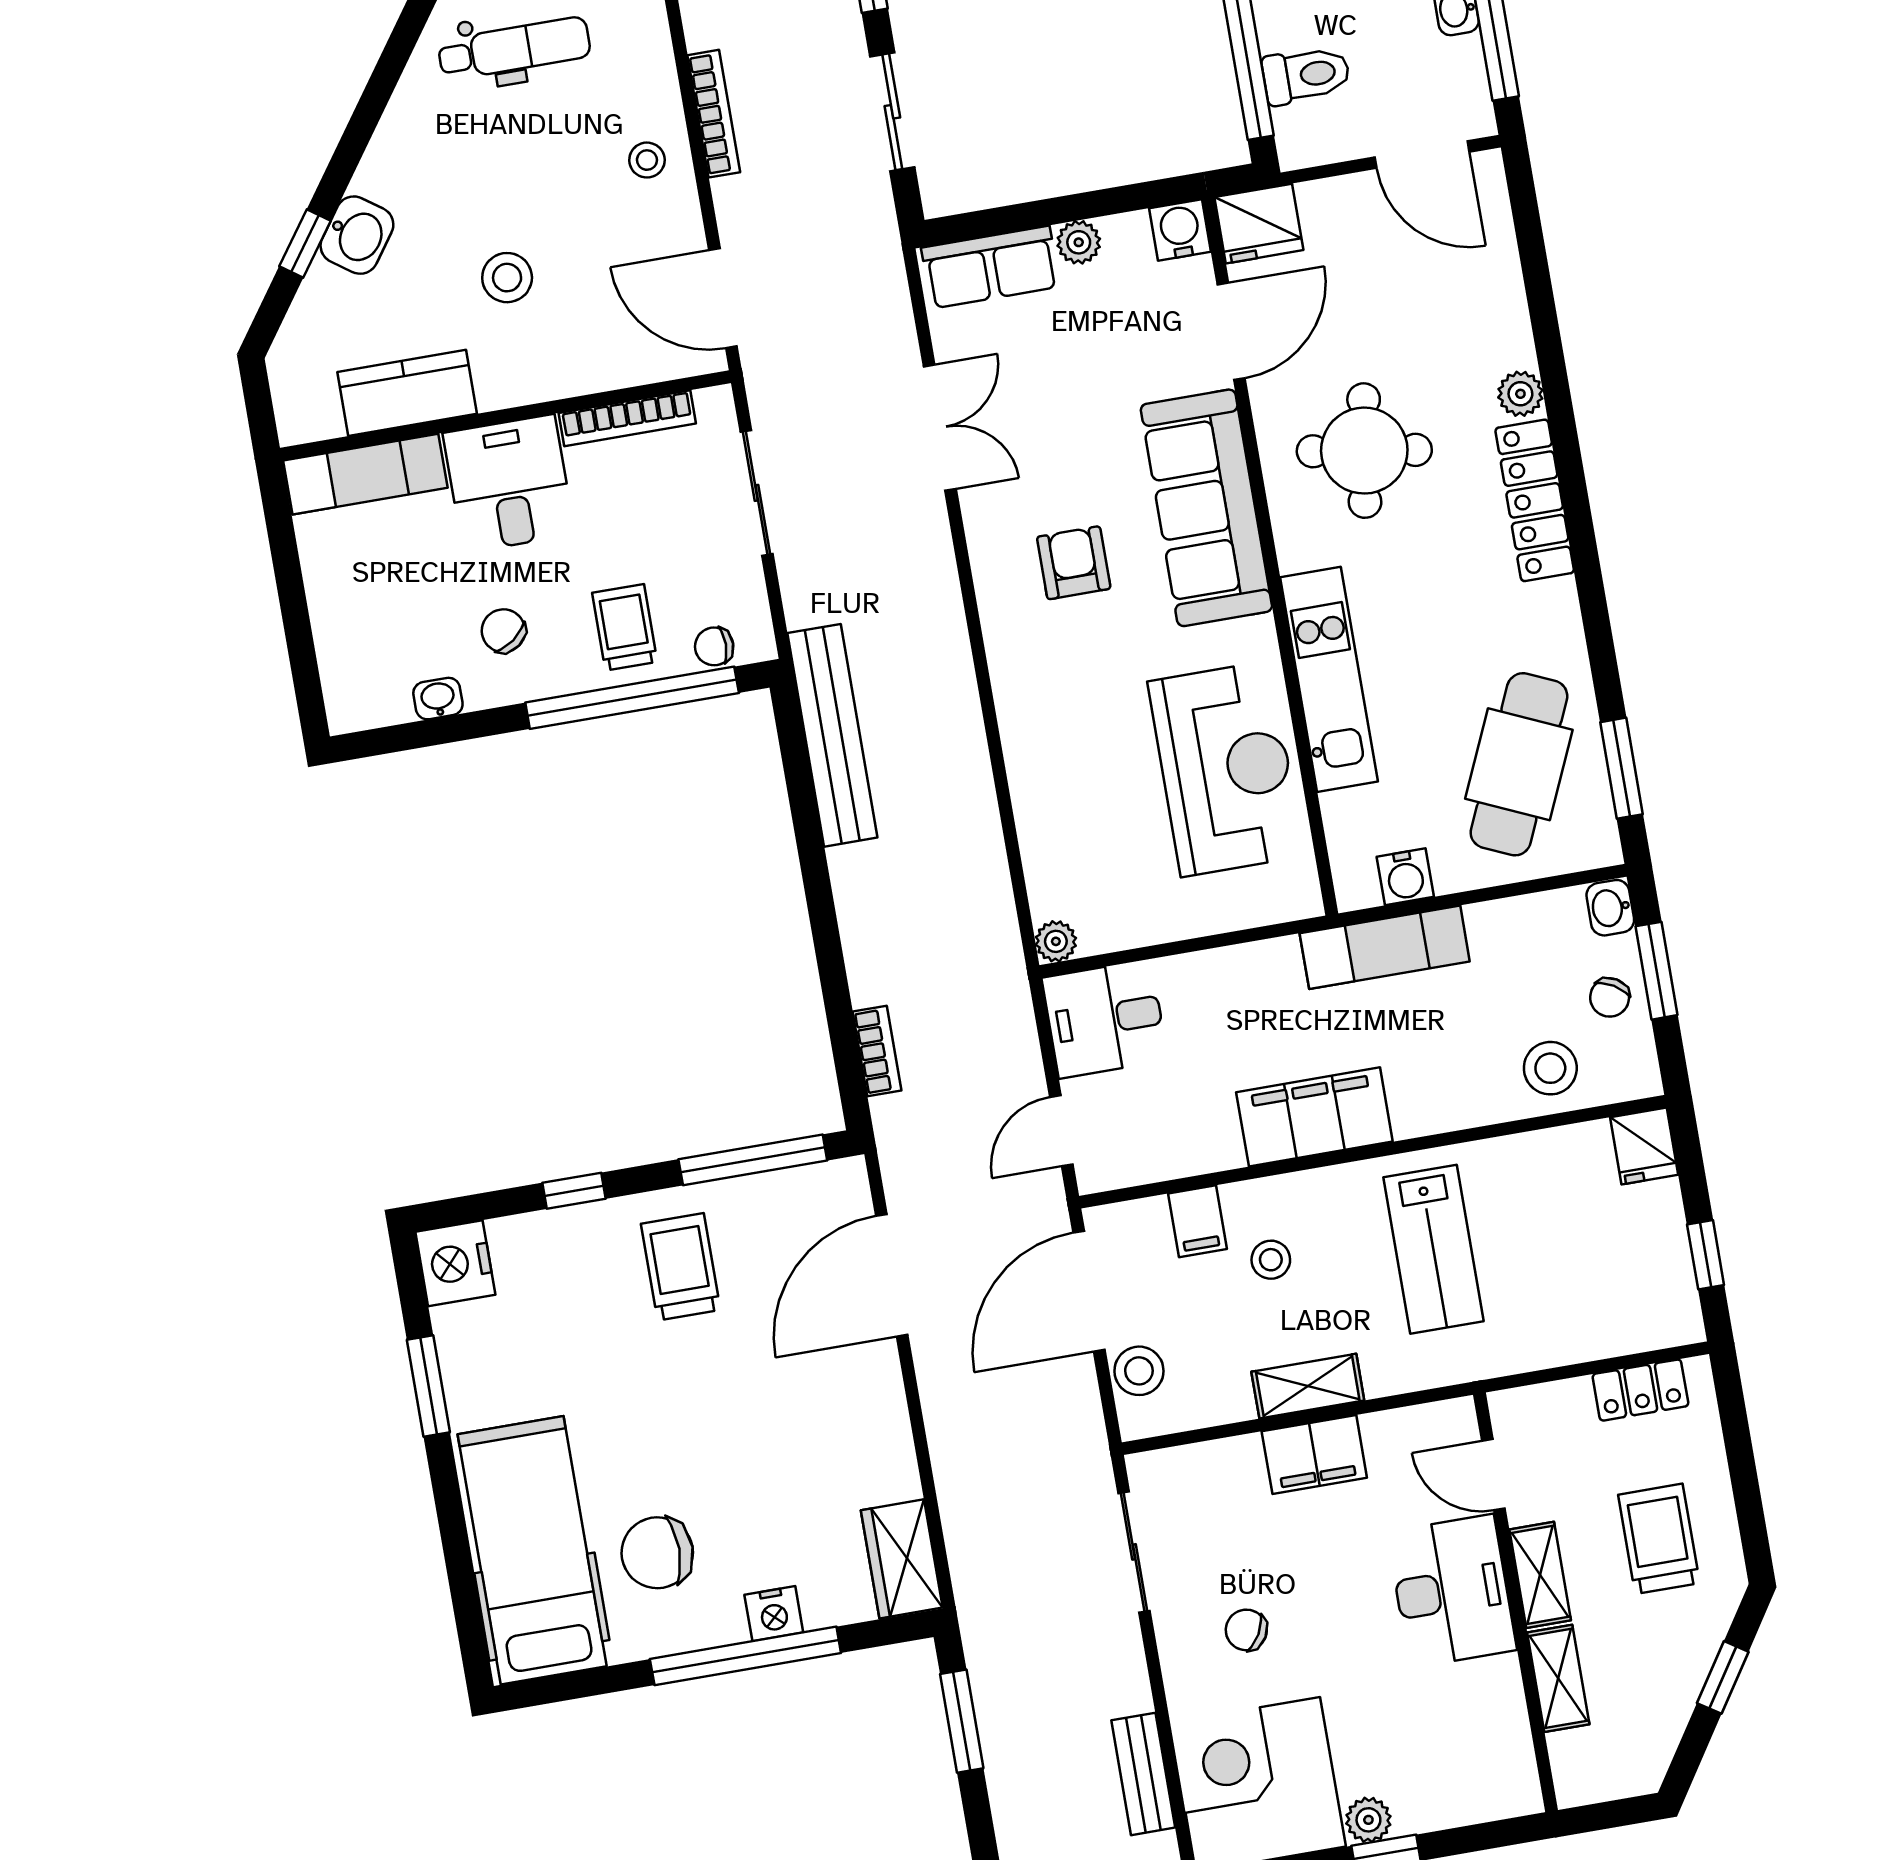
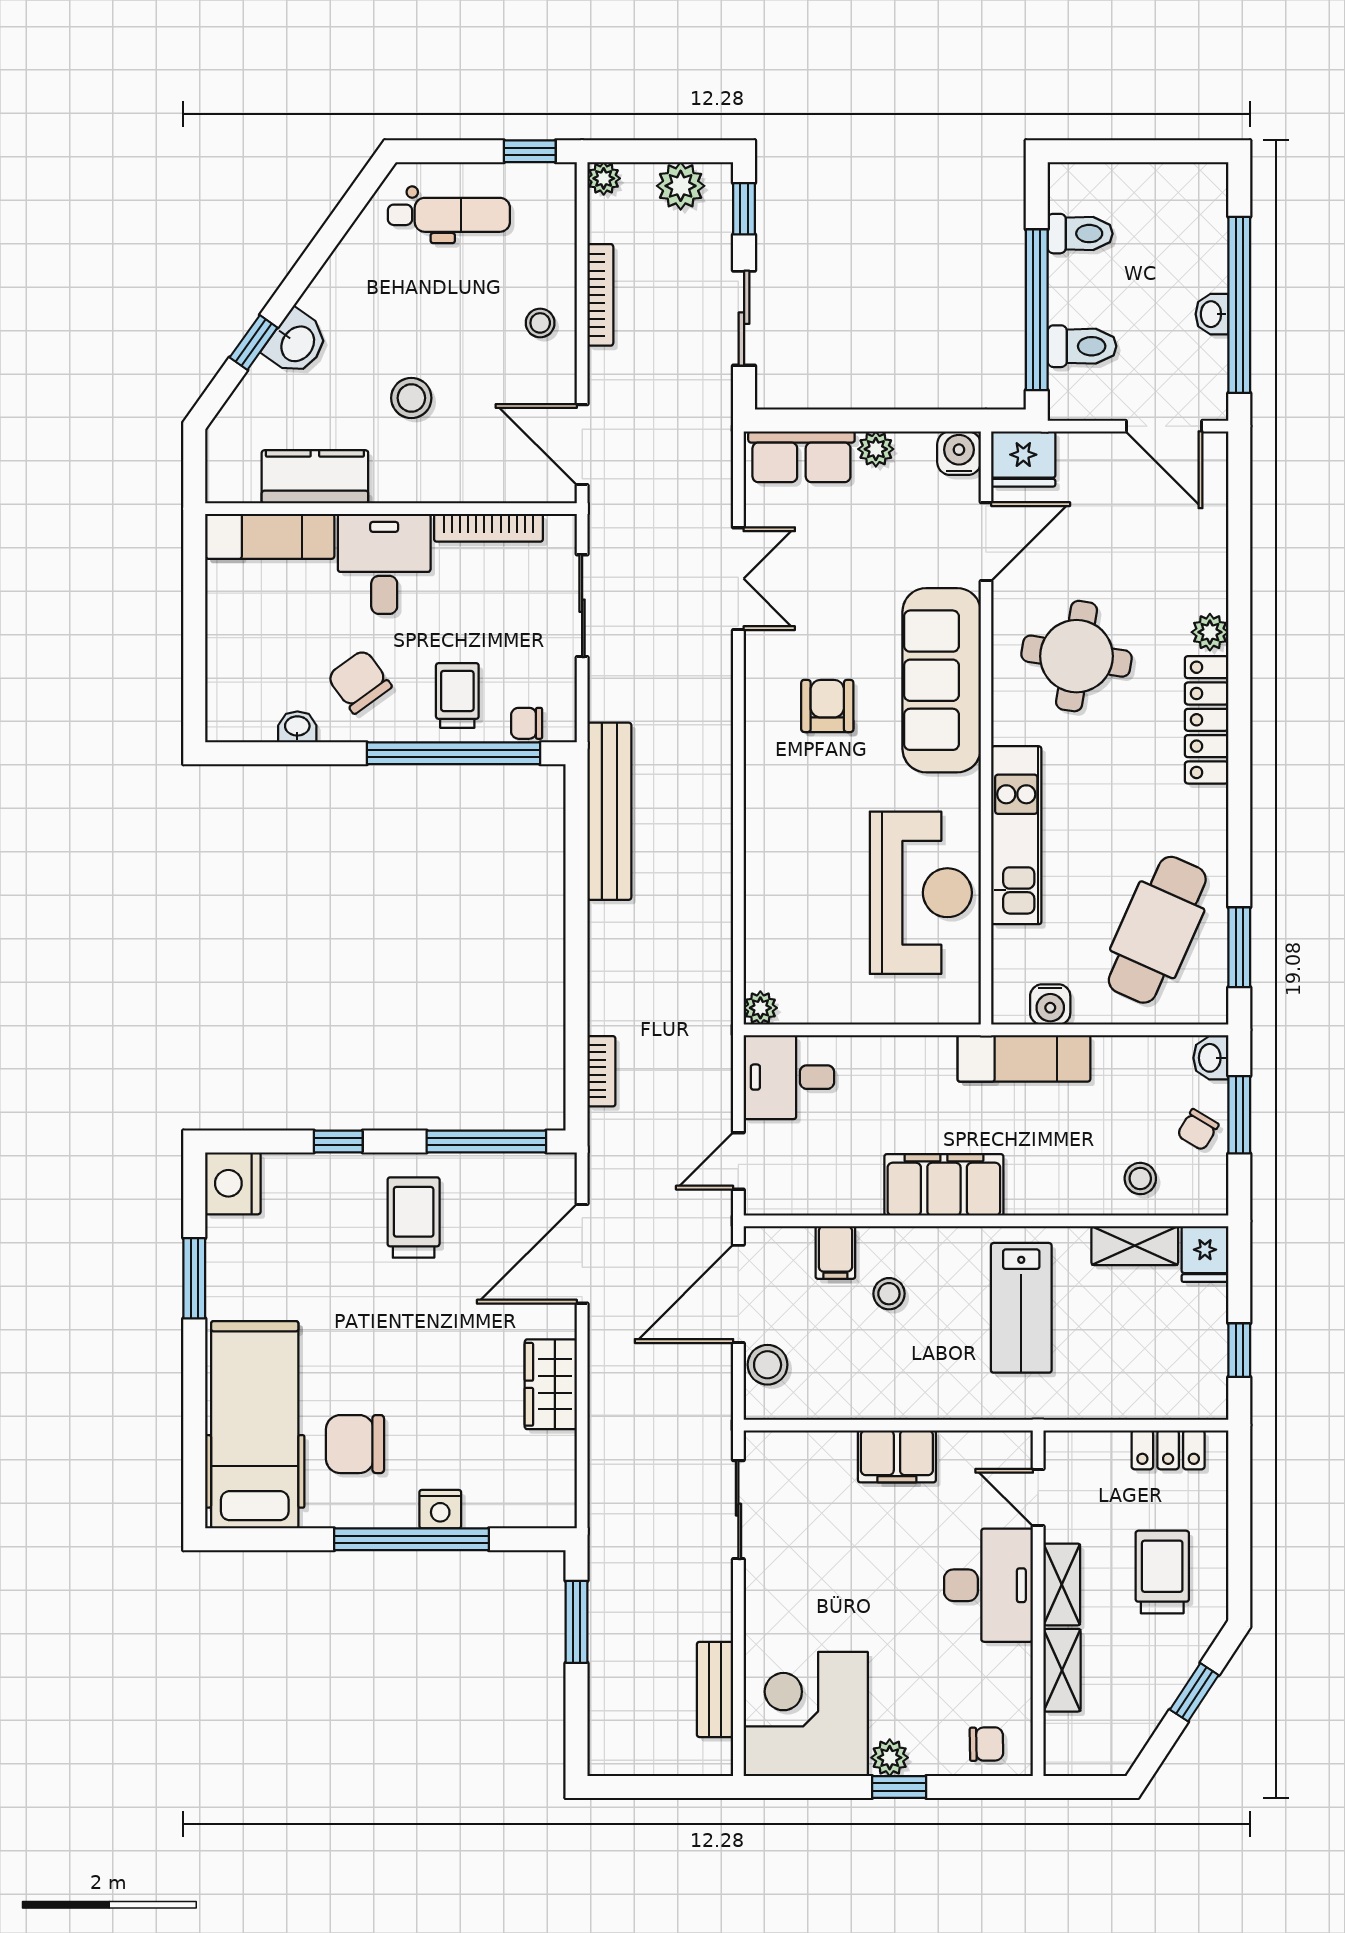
chair: (503, 631) -> (359, 681), width x1.37, depth x1.37
stool: (1550, 1068) -> (1140, 1178), width x0.73, depth x0.73
shelving: (1308, 1386) -> (1135, 1246), moved
wardrobe: (902, 1559) -> (551, 1384), moved
chair: (1246, 1630) -> (986, 1744), moved, turned 149

